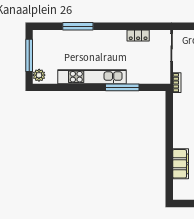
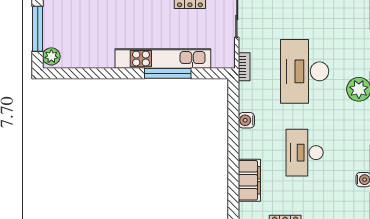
kitchen unit: (92, 77) -> (163, 59), moved
water cooler: (179, 121) -> (246, 120), added

